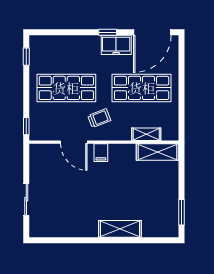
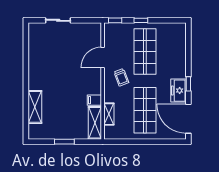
window: (26, 57) -> (141, 20), moved
filing cabinet: (101, 153) -> (94, 100), moved
window: (182, 212) -> (64, 142), moved
shelving: (120, 229) -> (35, 107), moved

